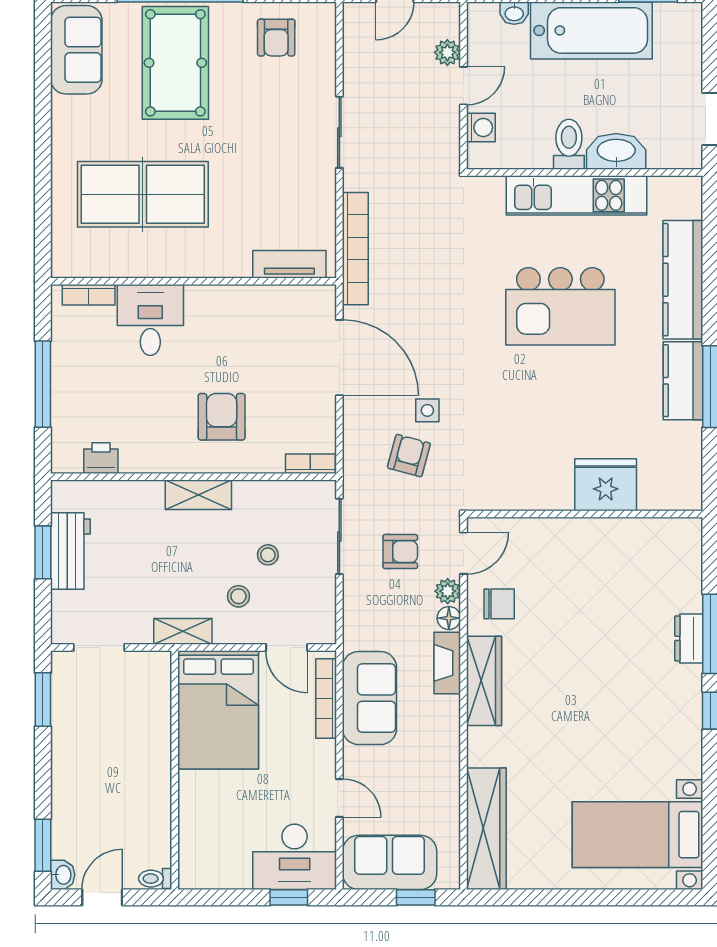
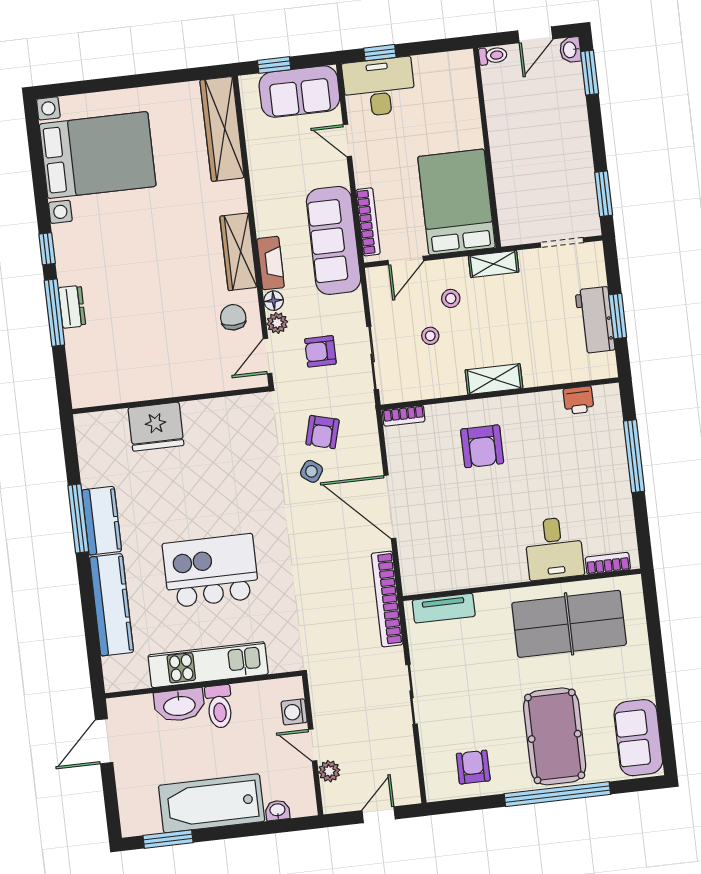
door: (464, 86) -> (313, 745), hinge flipped
tv unit: (289, 264) -> (444, 608), moved
wall: (193, 281) -> (522, 585), moved
bookcase: (89, 295) -> (608, 563), moved
desk: (150, 320) -> (554, 548), moved
side table: (427, 410) -> (311, 471), turned 35
chair: (499, 604) -> (233, 317), turned 90
door: (287, 648) -> (406, 261), swing flipped
sofa: (369, 698) -> (334, 240), width x1.36
bed with nightstands: (637, 835) -> (98, 155), width x1.36

